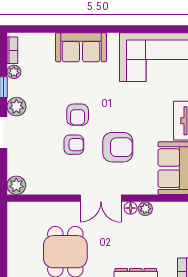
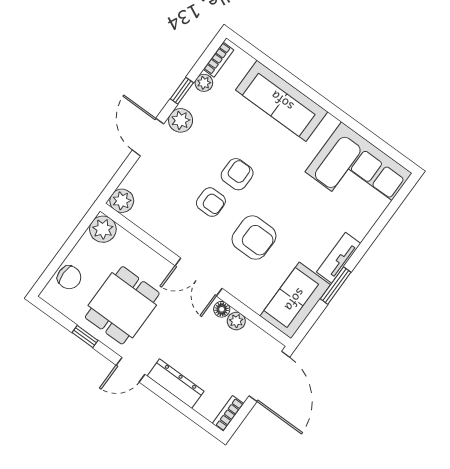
sofa: (81, 47) -> (282, 101), width x1.36
armchair: (78, 115) -> (237, 174), turned 180
plant: (18, 212) -> (103, 229), added
chair: (18, 259) -> (69, 277), added

